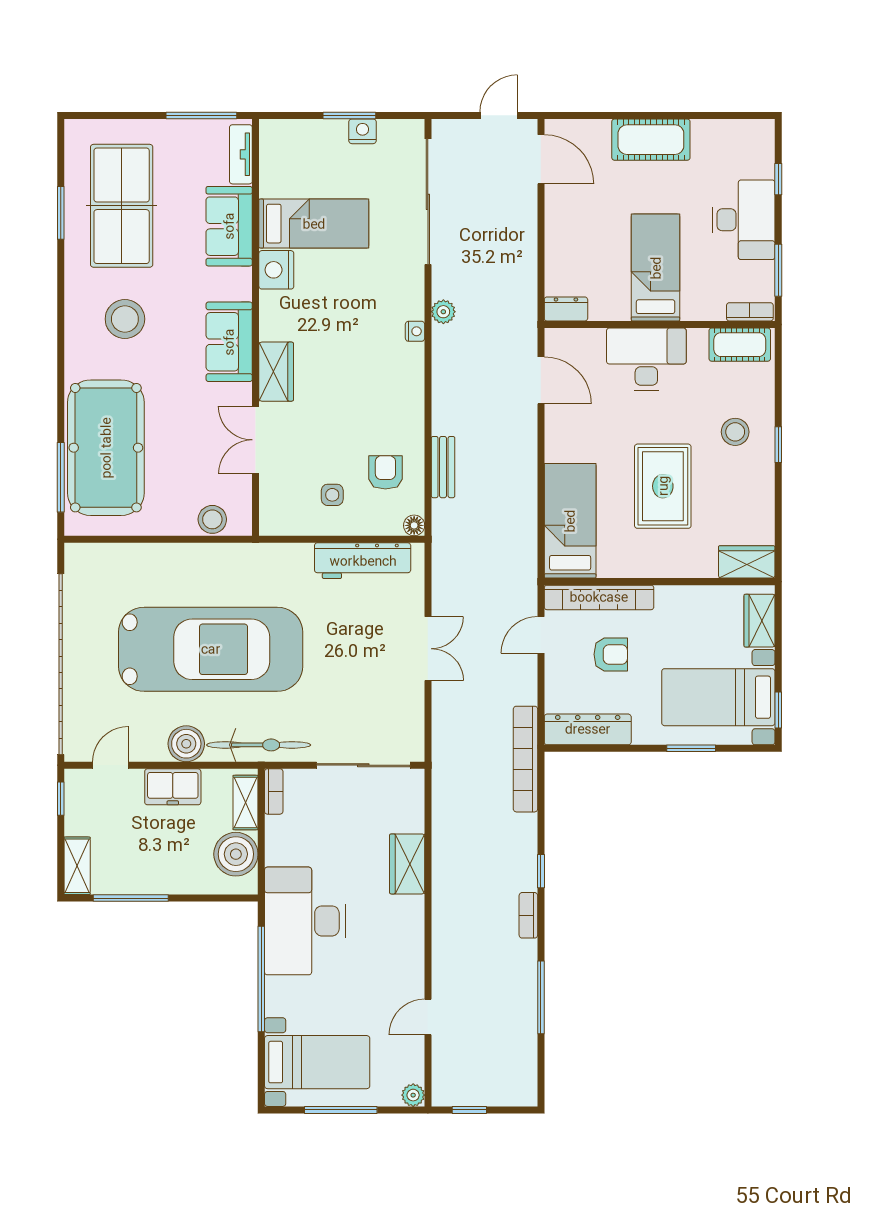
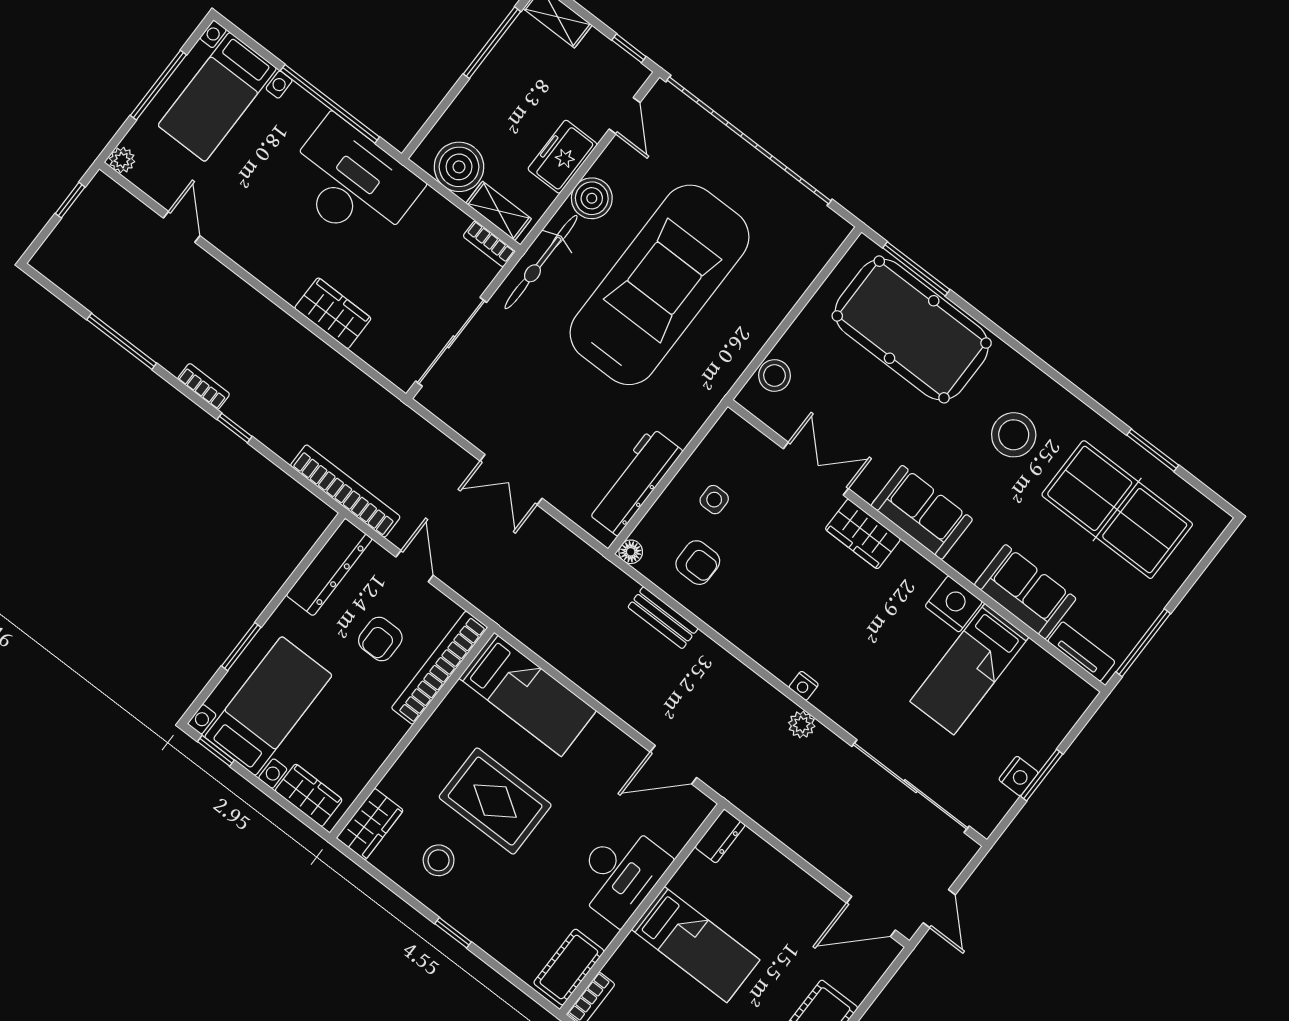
stool: (735, 432) -> (439, 860), moved
door: (541, 635) -> (415, 566), moved
car: (211, 649) -> (659, 285), turned 180

